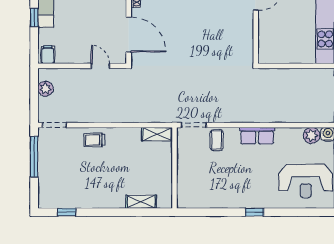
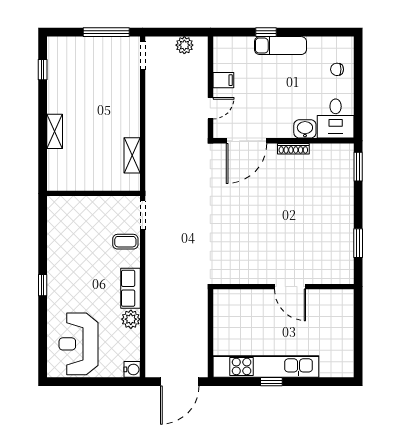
filing cabinet: (48, 55) -> (223, 80), moved
shelving: (157, 134) -> (132, 155), moved
plant: (312, 135) -> (131, 319), moved
trolley: (94, 140) -> (125, 101), removed
shelving: (141, 202) -> (55, 131), moved

